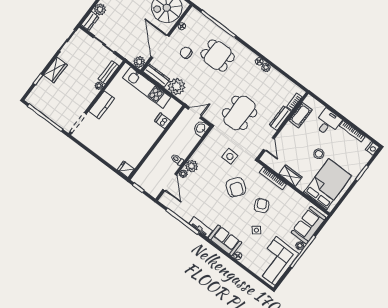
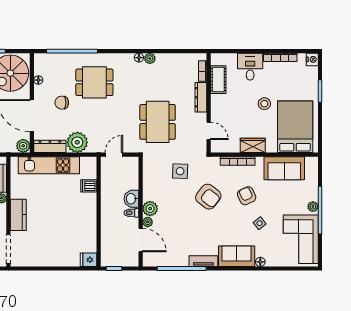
washbasin: (201, 128) -> (131, 199), moved
sofa: (309, 225) -> (284, 168), moved, turned -90

